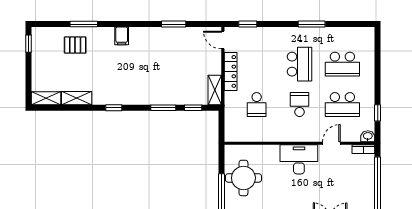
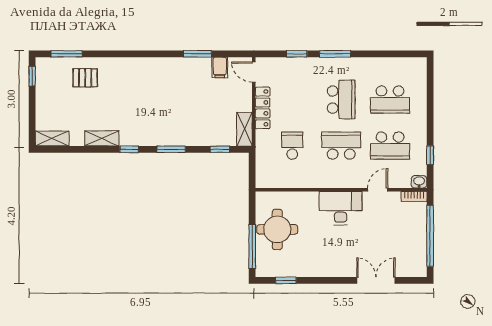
window: (84, 24) -> (67, 54), moved
window: (248, 24) -> (297, 54), moved
window: (312, 24) -> (335, 54), moved
filing cabinet: (122, 36) -> (220, 67), moved
shelving: (77, 98) -> (102, 138), moved
school desk: (257, 105) -> (292, 146), turned 180
school desk: (299, 105) -> (341, 146), width x1.85
window: (163, 108) -> (171, 149), moved

